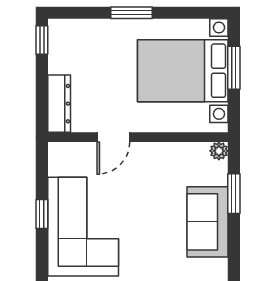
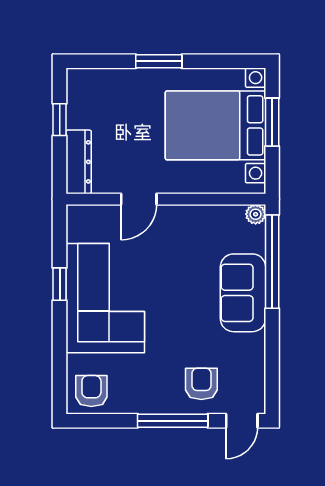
window: (42, 40) -> (60, 120), moved
window: (234, 194) -> (272, 262), width x2.11

